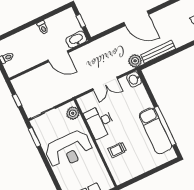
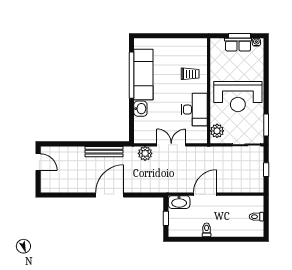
door: (136, 18) -> (110, 195), hinge flipped
door: (58, 56) -> (205, 194), hinge flipped
plant: (135, 61) -> (145, 153), moved
washbasin: (134, 79) -> (140, 109), moved
reception desk: (69, 150) -> (238, 97), turned 180

